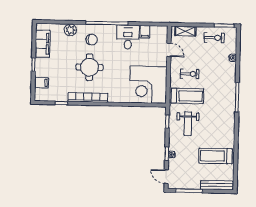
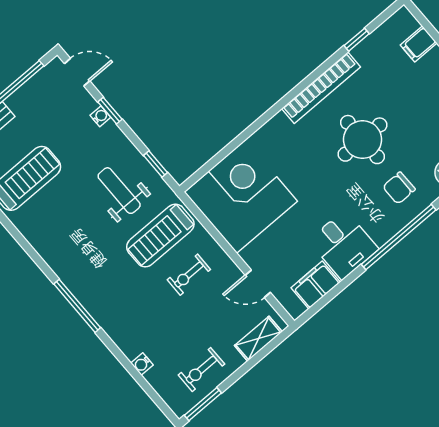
filing cabinet: (145, 32) -> (316, 285), width x2.00

